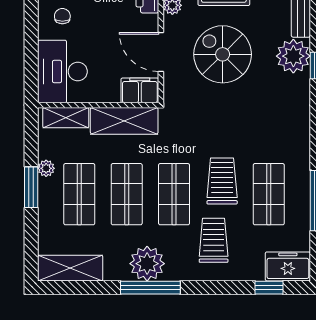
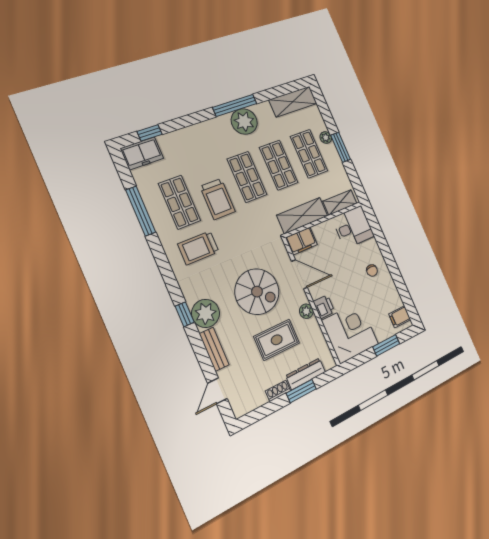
desk: (62, 71) -> (353, 227), width x0.73
plant: (46, 168) -> (326, 138), moved
trolley: (214, 240) -> (198, 248), moved, turned 90

